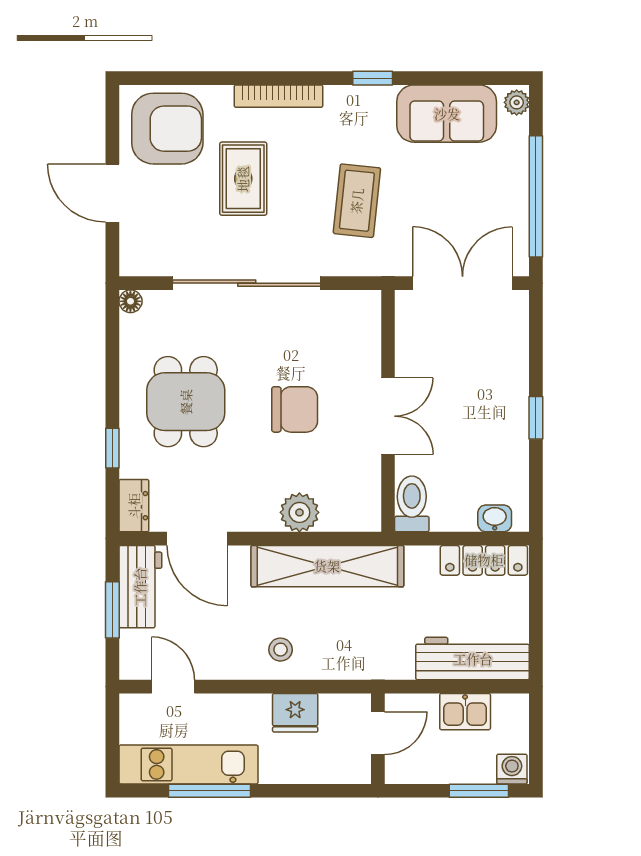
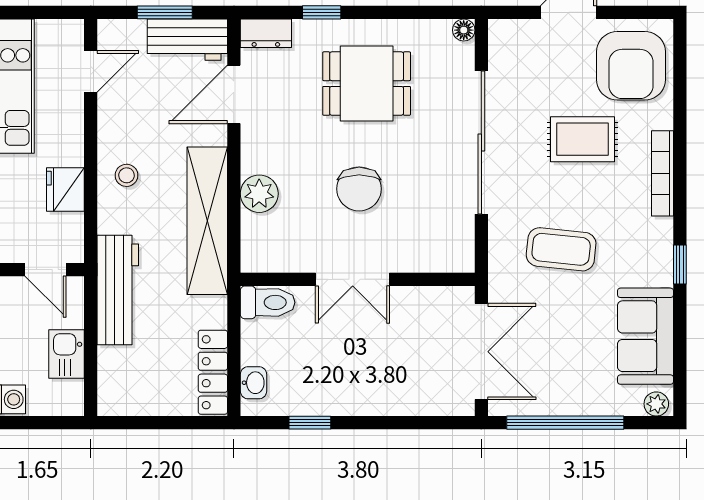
window: (536, 418) -> (310, 423), moved
workbench: (473, 659) -> (118, 290), moved

